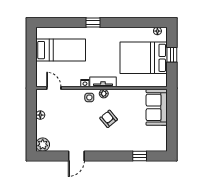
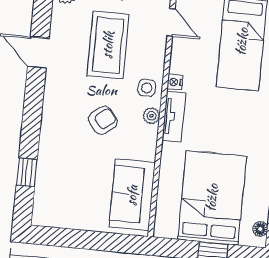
door: (54, 88) -> (171, 22), hinge flipped
sofa: (157, 107) -> (132, 195), moved, turned -90
coffee table: (69, 120) -> (108, 45), added

